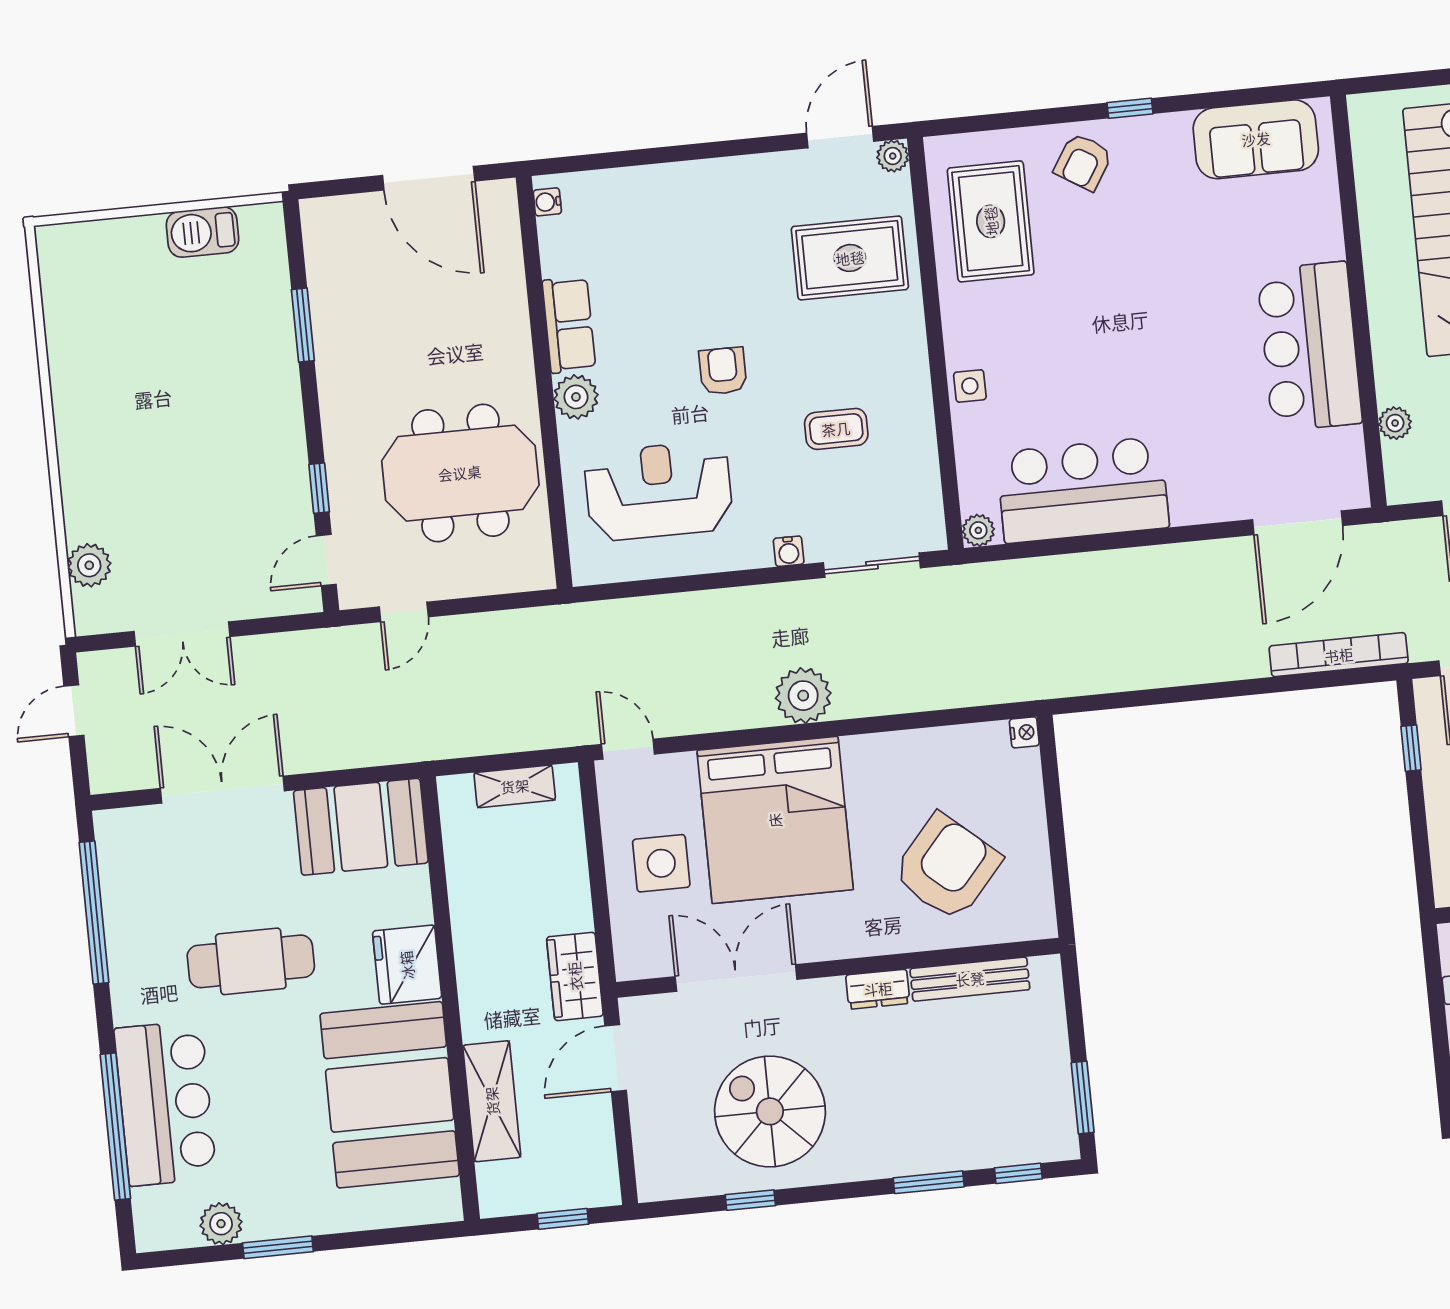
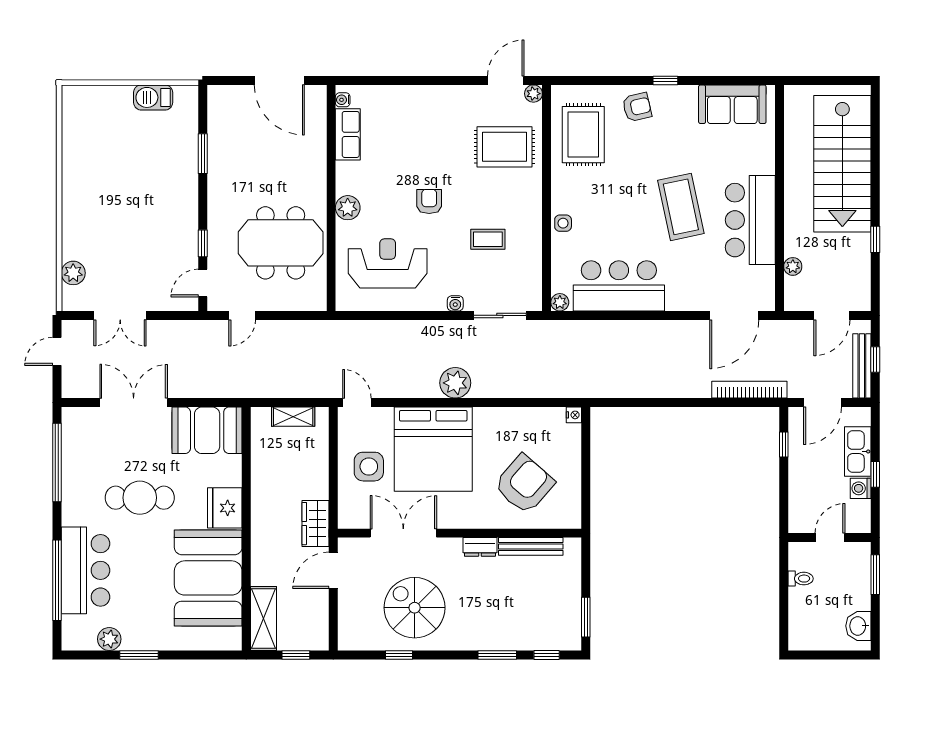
armchair: (1083, 162) -> (637, 107), turned -135
row of seats: (569, 325) -> (348, 134), moved
coffee table: (1181, 335) -> (681, 207), added
shelving: (492, 1101) -> (263, 618), moved

